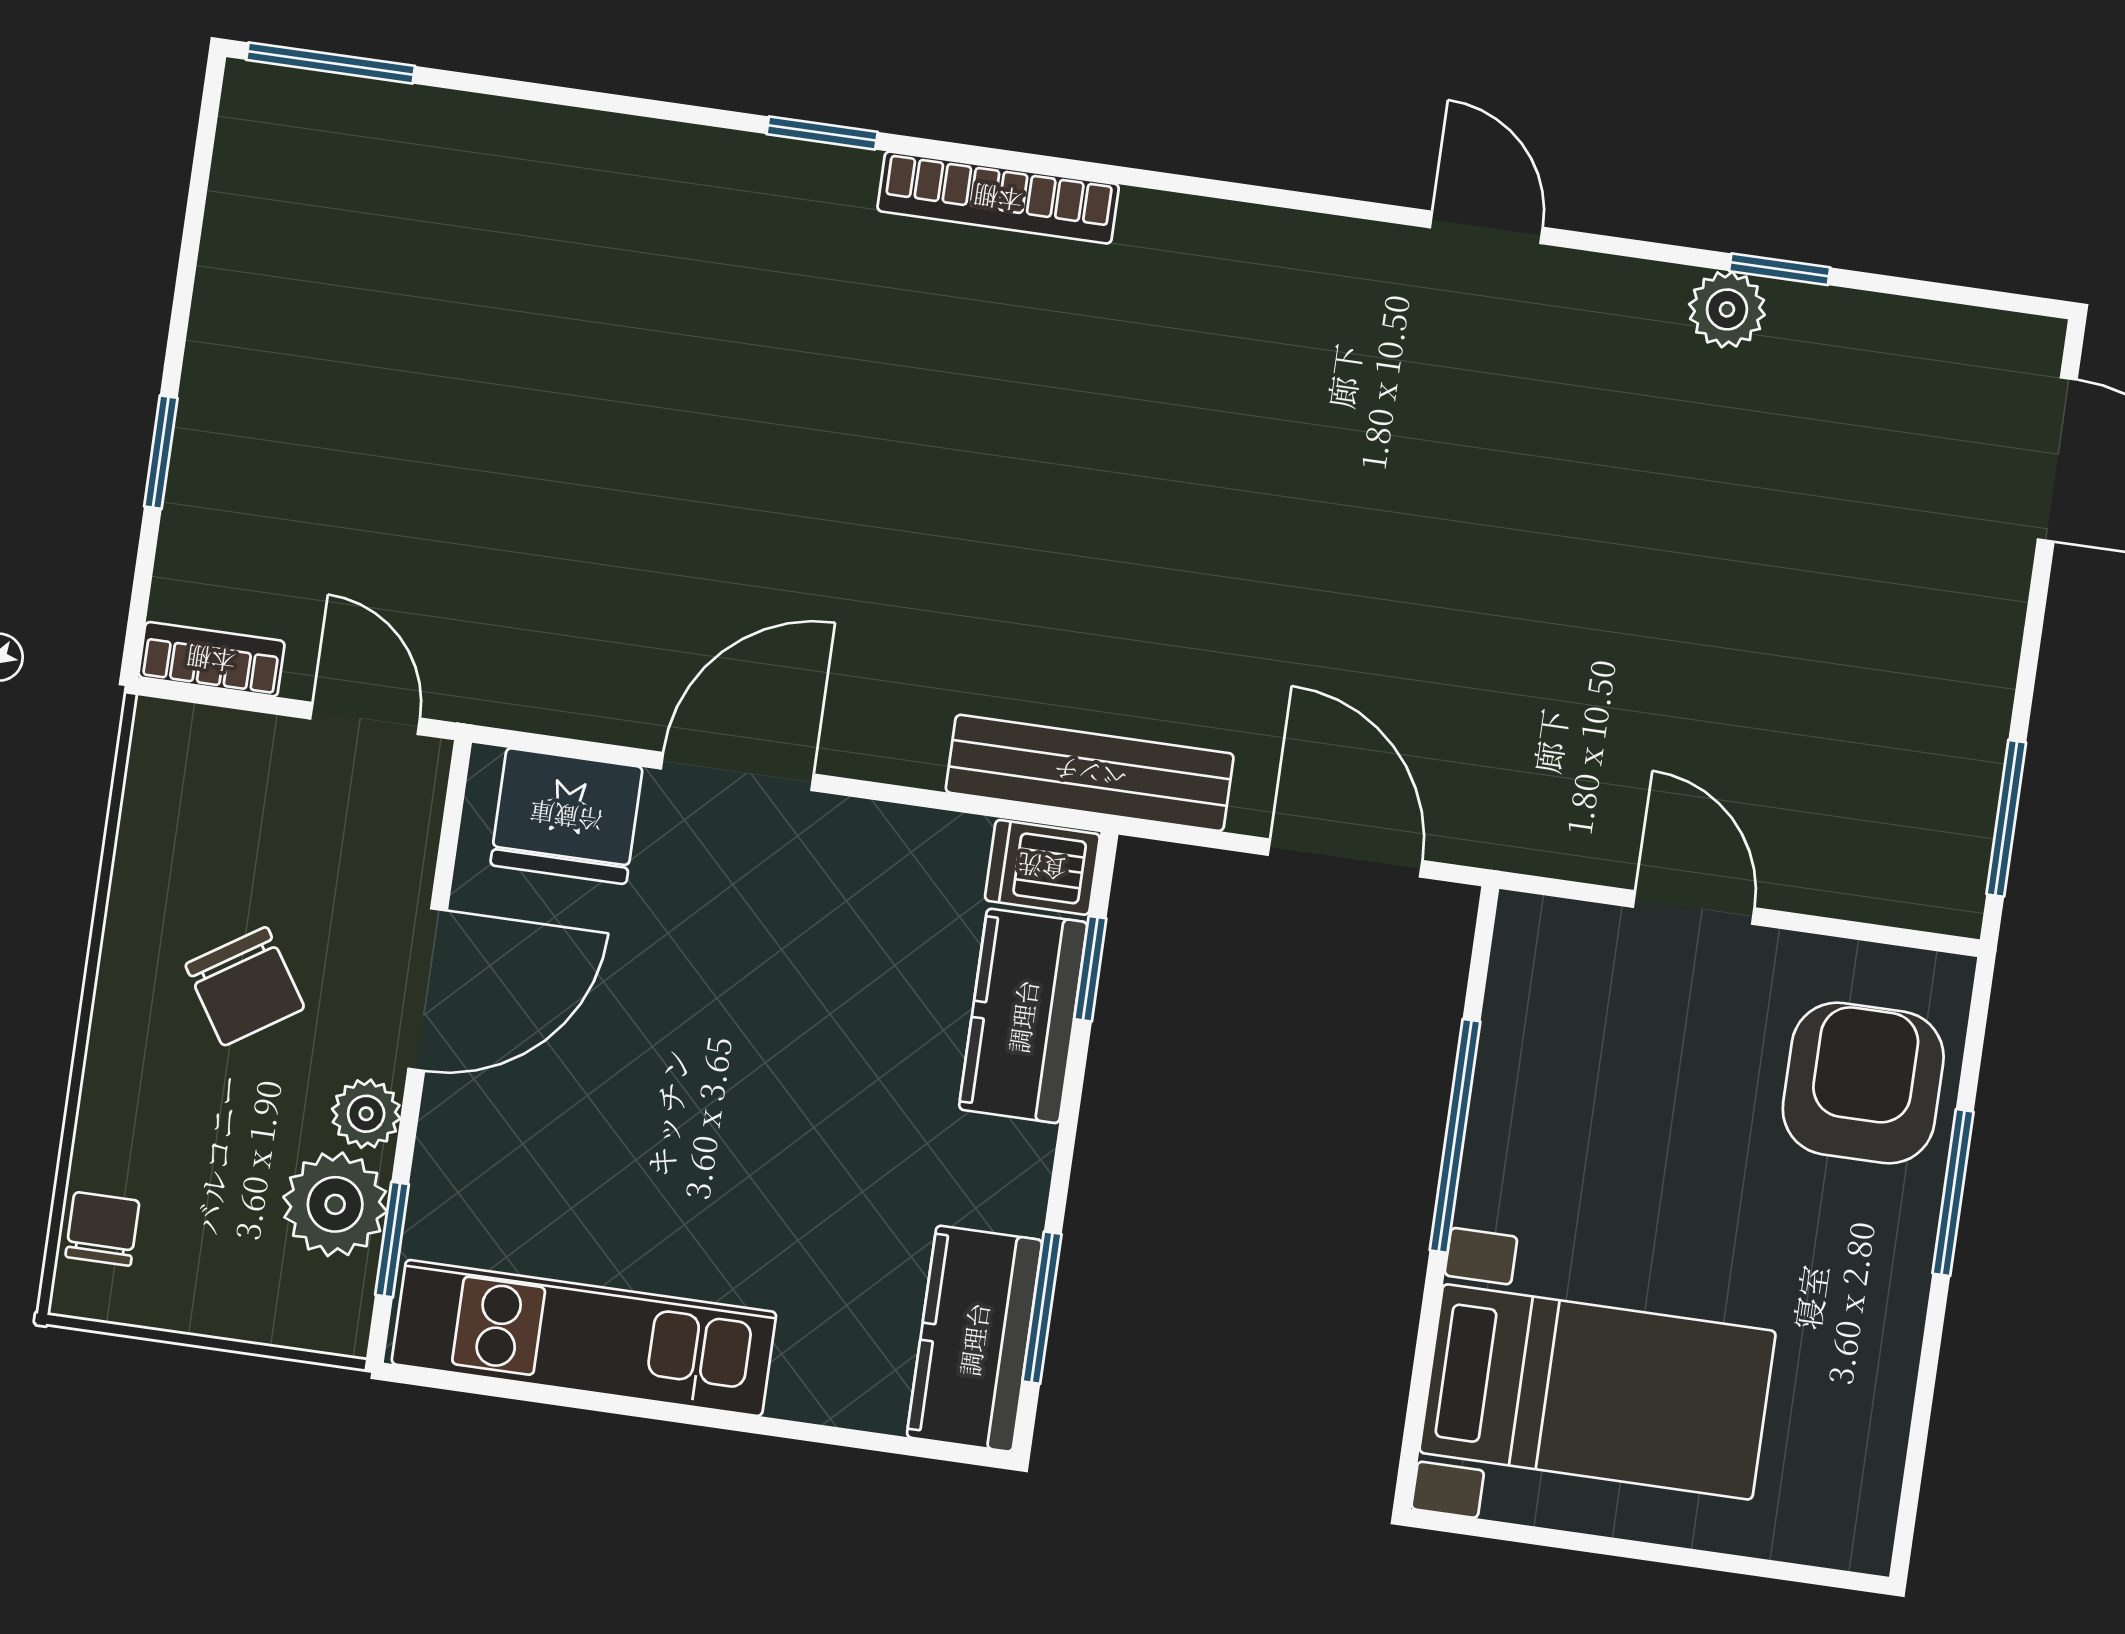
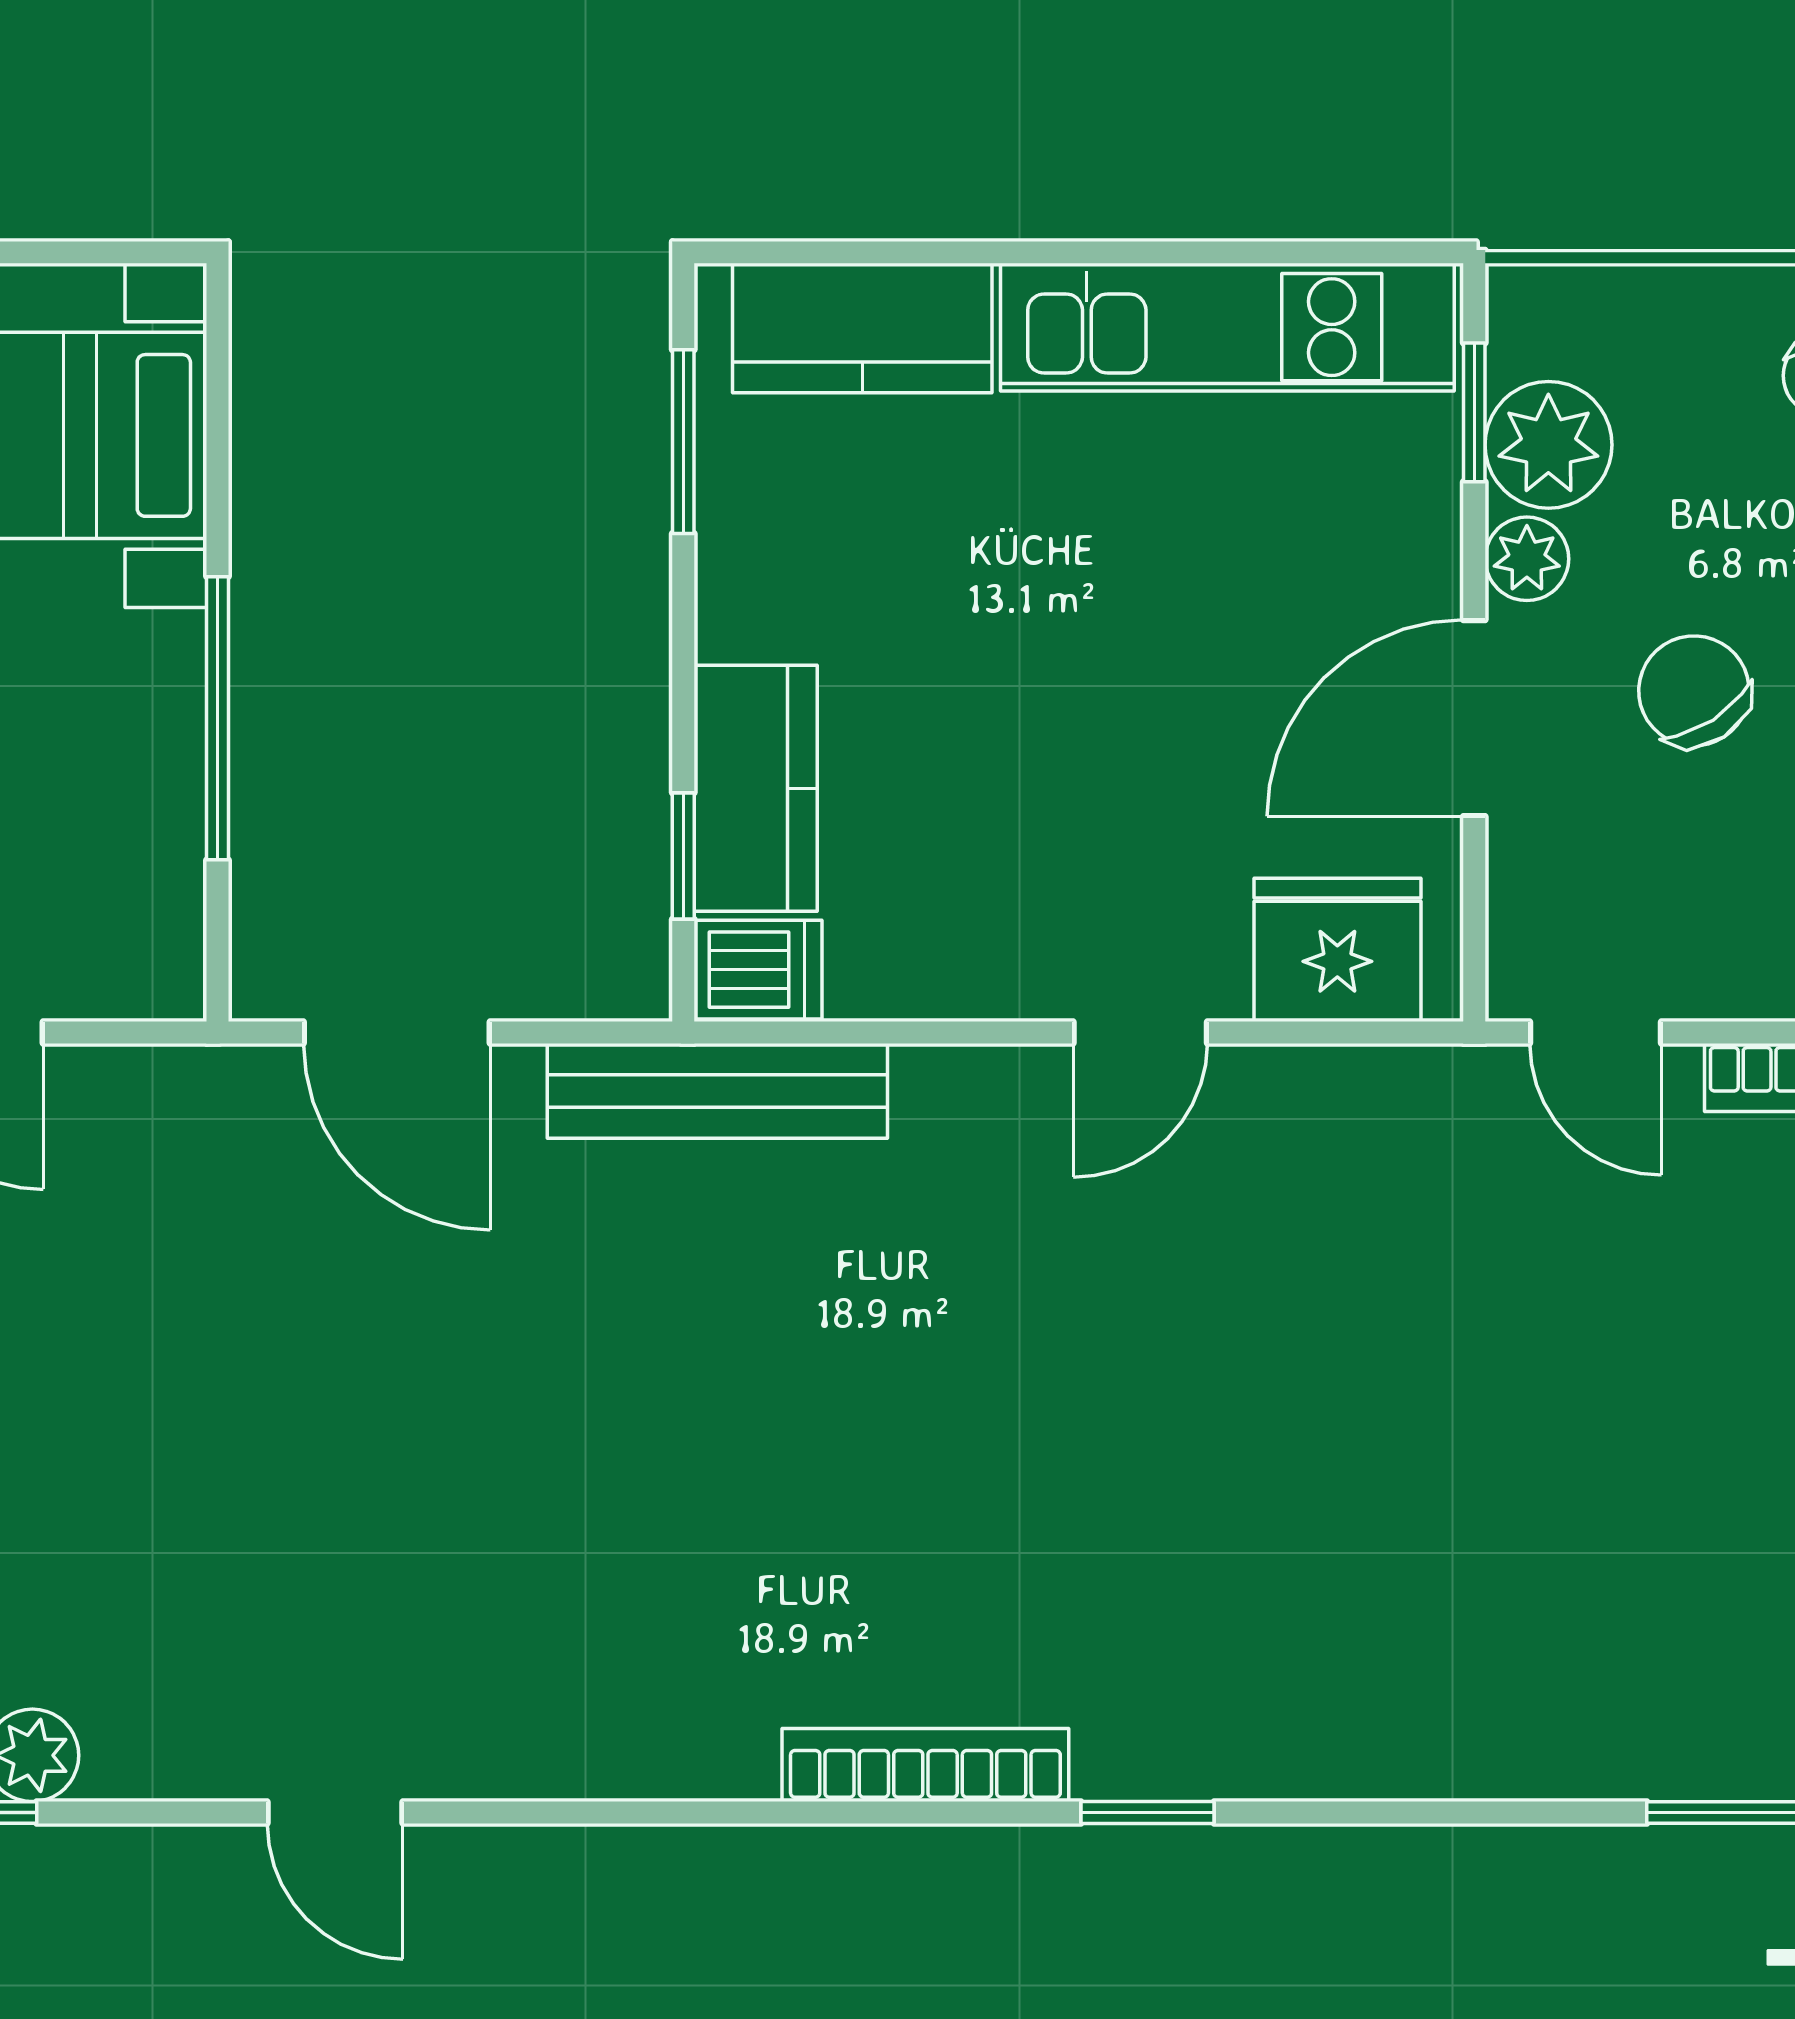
door: (737, 771) -> (1140, 1032), width x0.73
kitchen counter: (974, 1339) -> (862, 328), moved, turned 90

